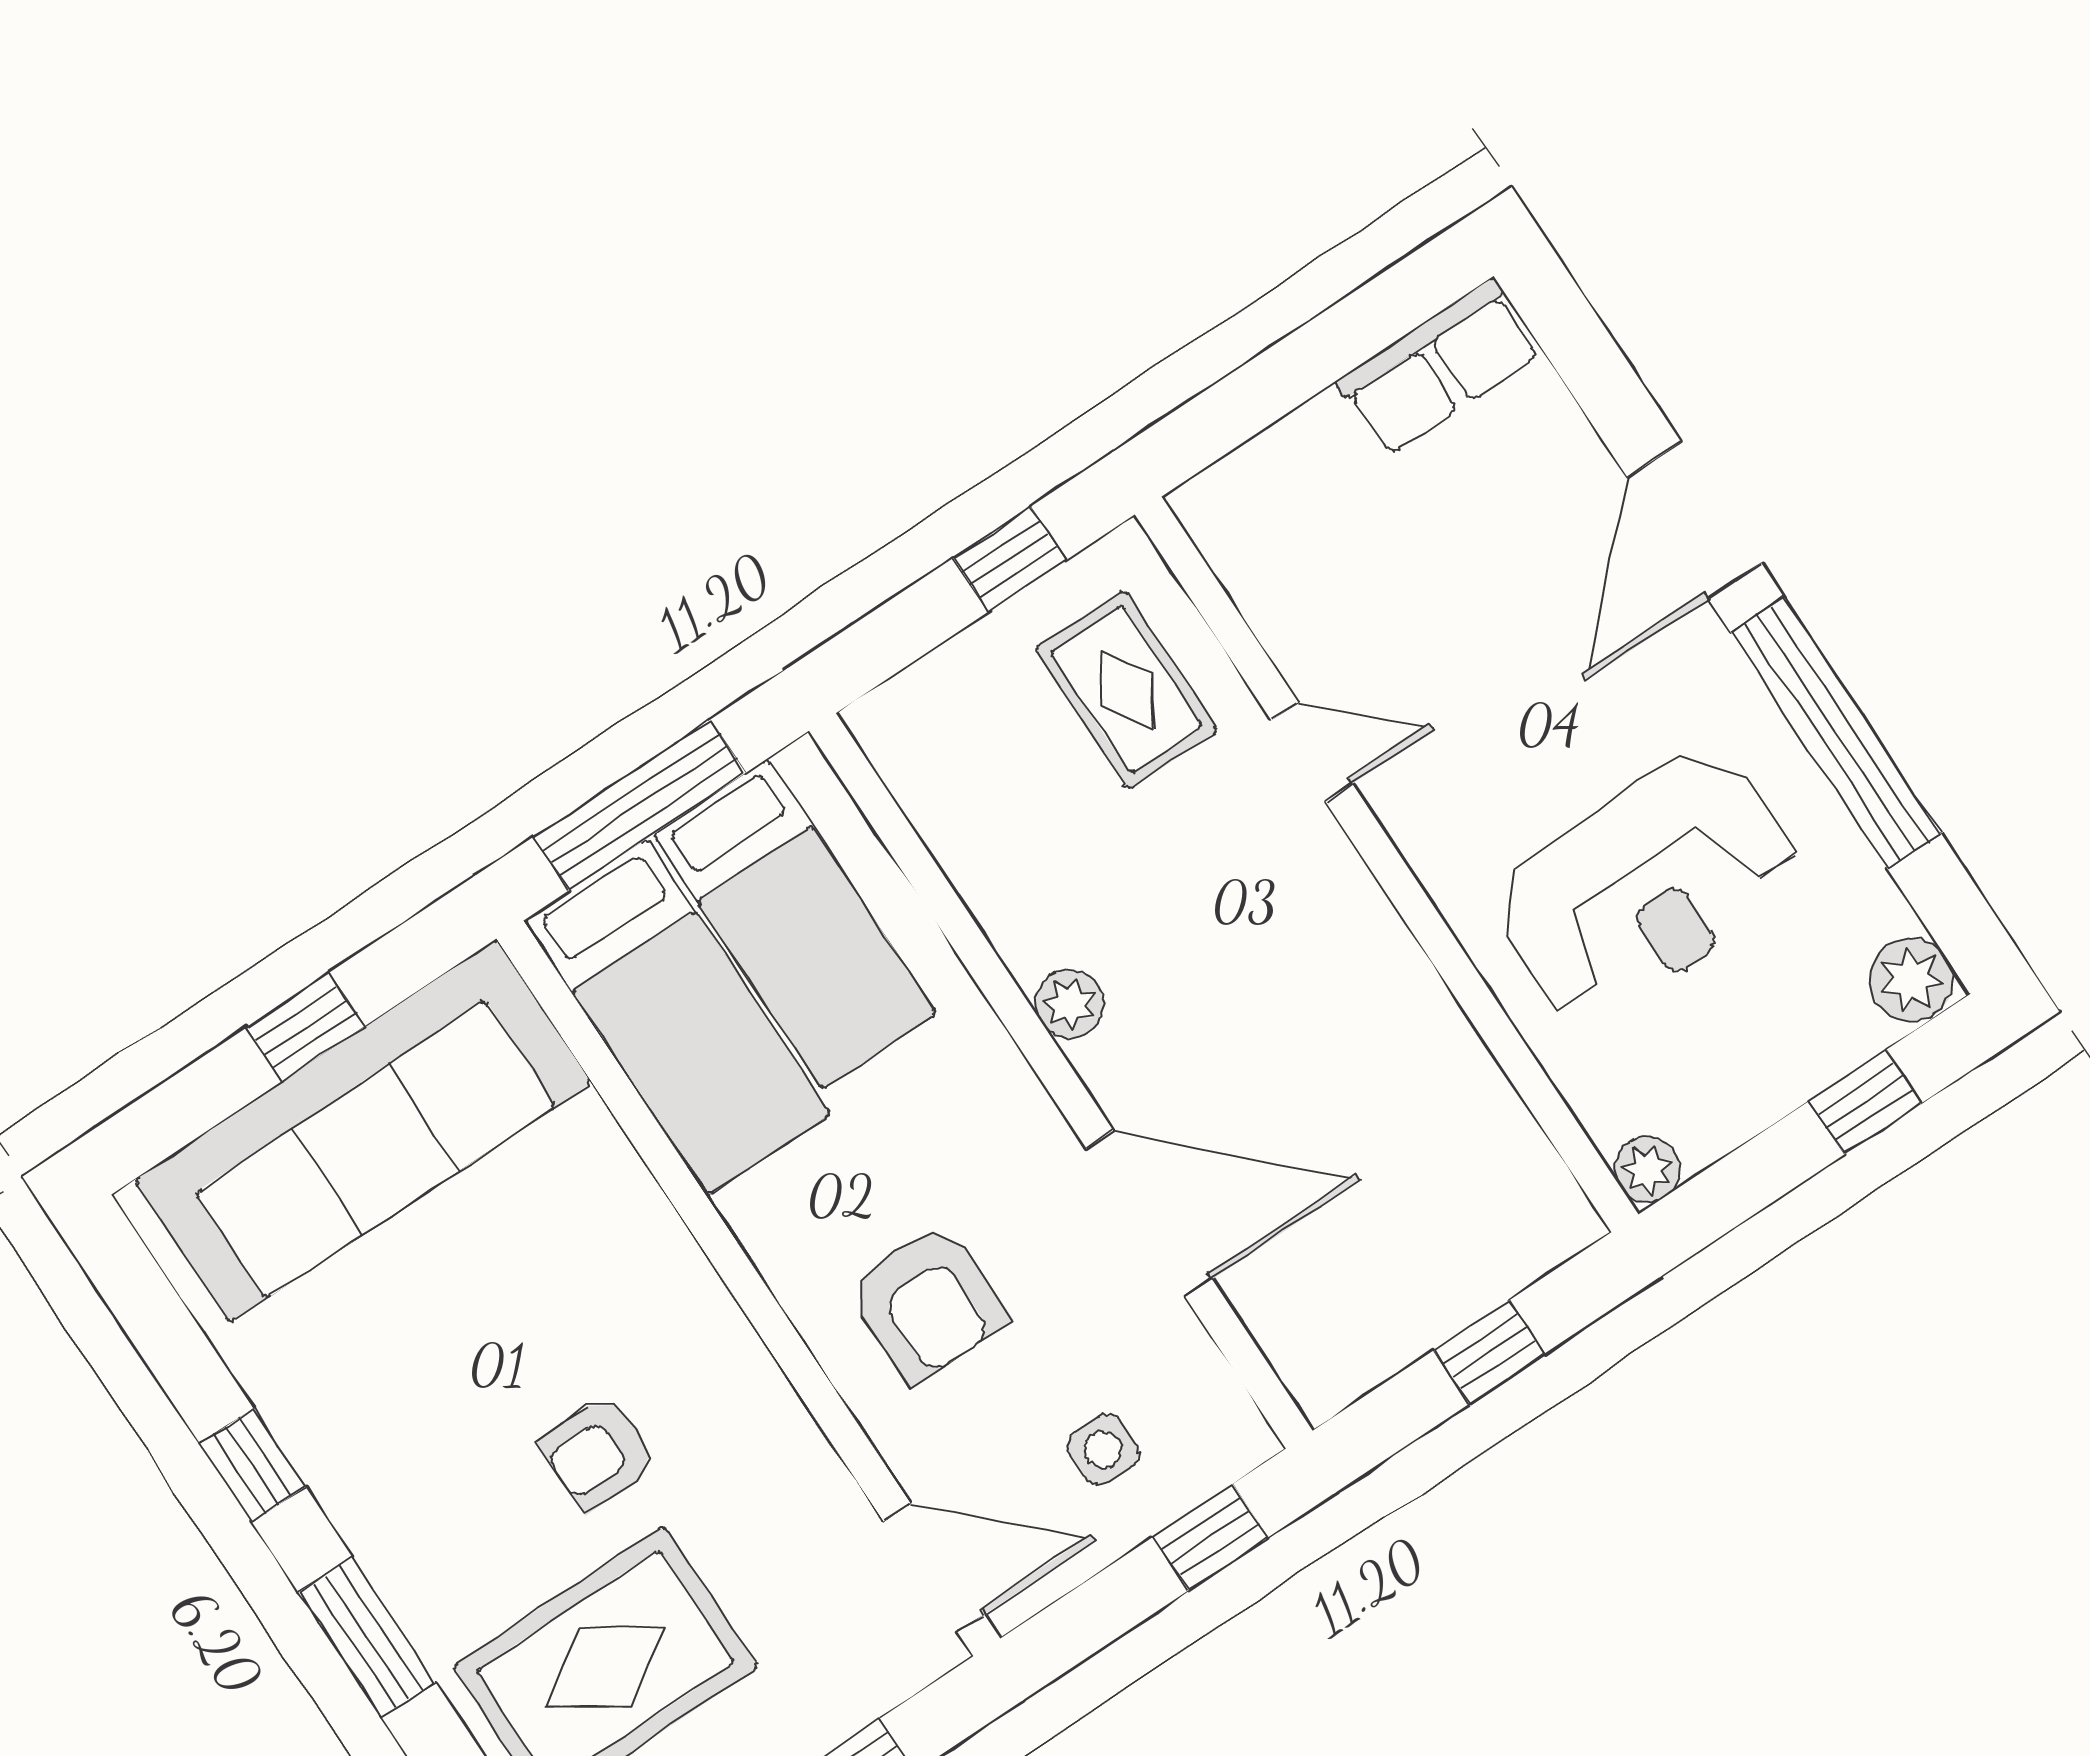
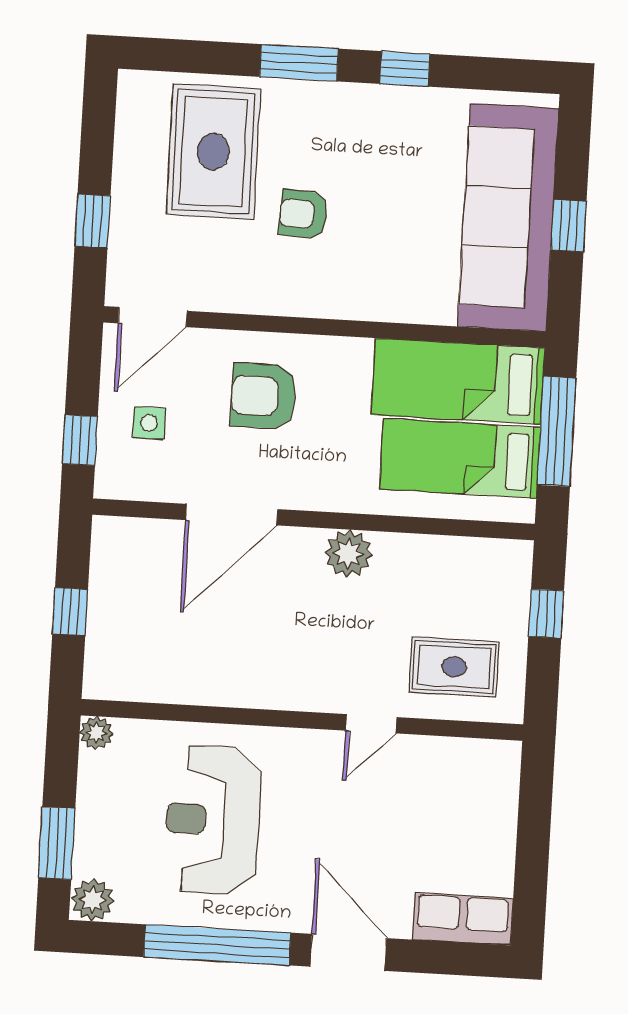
row of seats: (1439, 367) -> (463, 919), moved, turned 90
window: (1010, 559) -> (546, 614), moved
plant: (1070, 1004) -> (349, 554), width x1.38, depth x1.38
window: (1865, 1102) -> (57, 843), width x1.50
armchair: (598, 1453) -> (303, 214), turned -87

